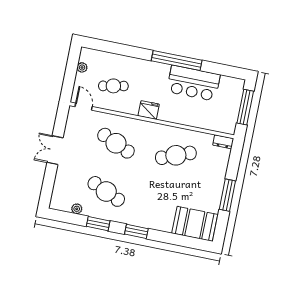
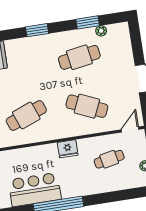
door: (84, 107) -> (130, 129), swing flipped
cafe table: (106, 191) -> (79, 57), turned -33
window: (98, 224) -> (88, 22), moved

